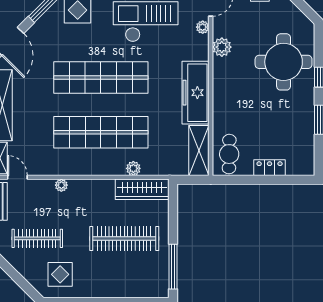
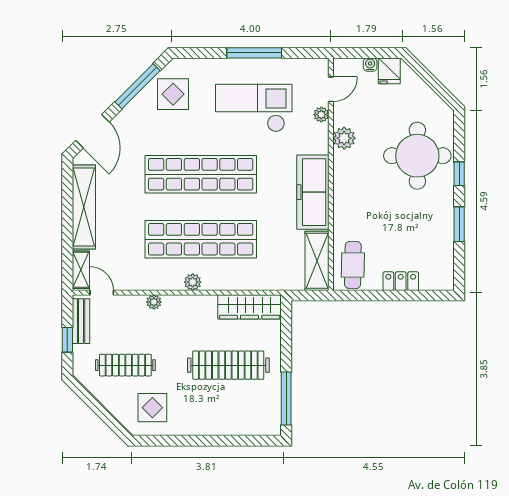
plant: (133, 168) -> (193, 282), moved

